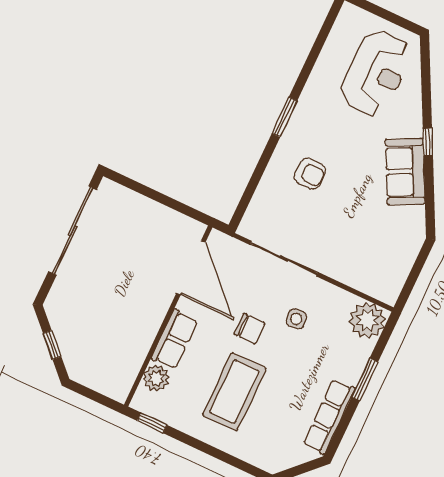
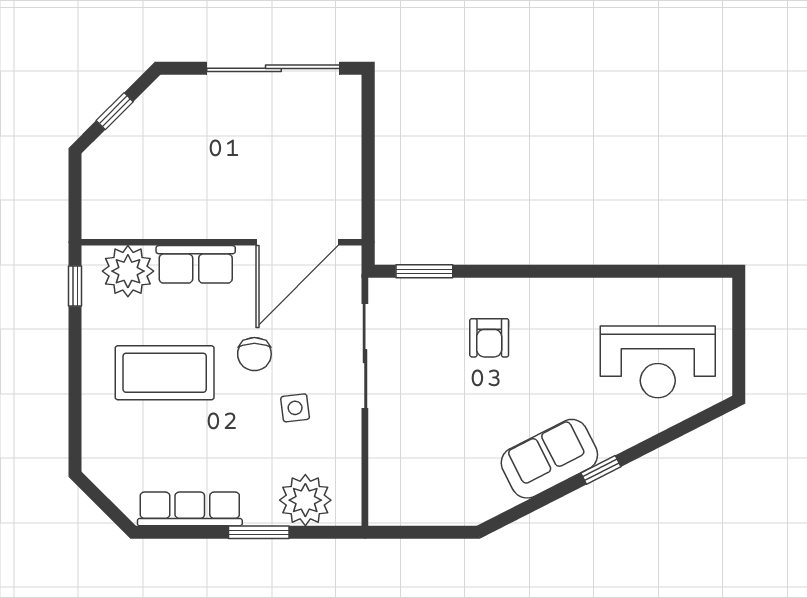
window: (284, 117) -> (424, 271), moved
plant: (367, 320) -> (305, 500), moved
plant: (156, 378) -> (128, 271), width x1.36, depth x1.36

